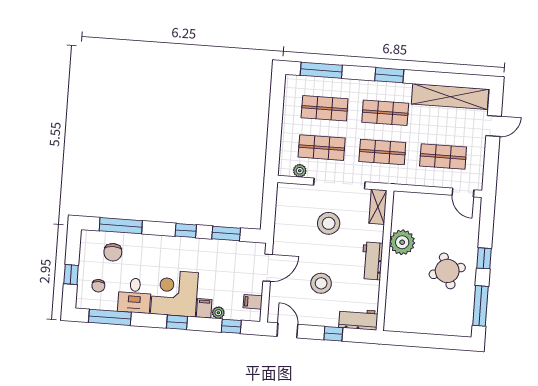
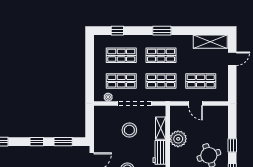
window: (321, 70) -> (117, 31), width x0.46
shelving: (450, 97) -> (210, 42), width x0.68
door: (463, 193) -> (195, 104), moved
shelving: (378, 207) -> (161, 128), moved

